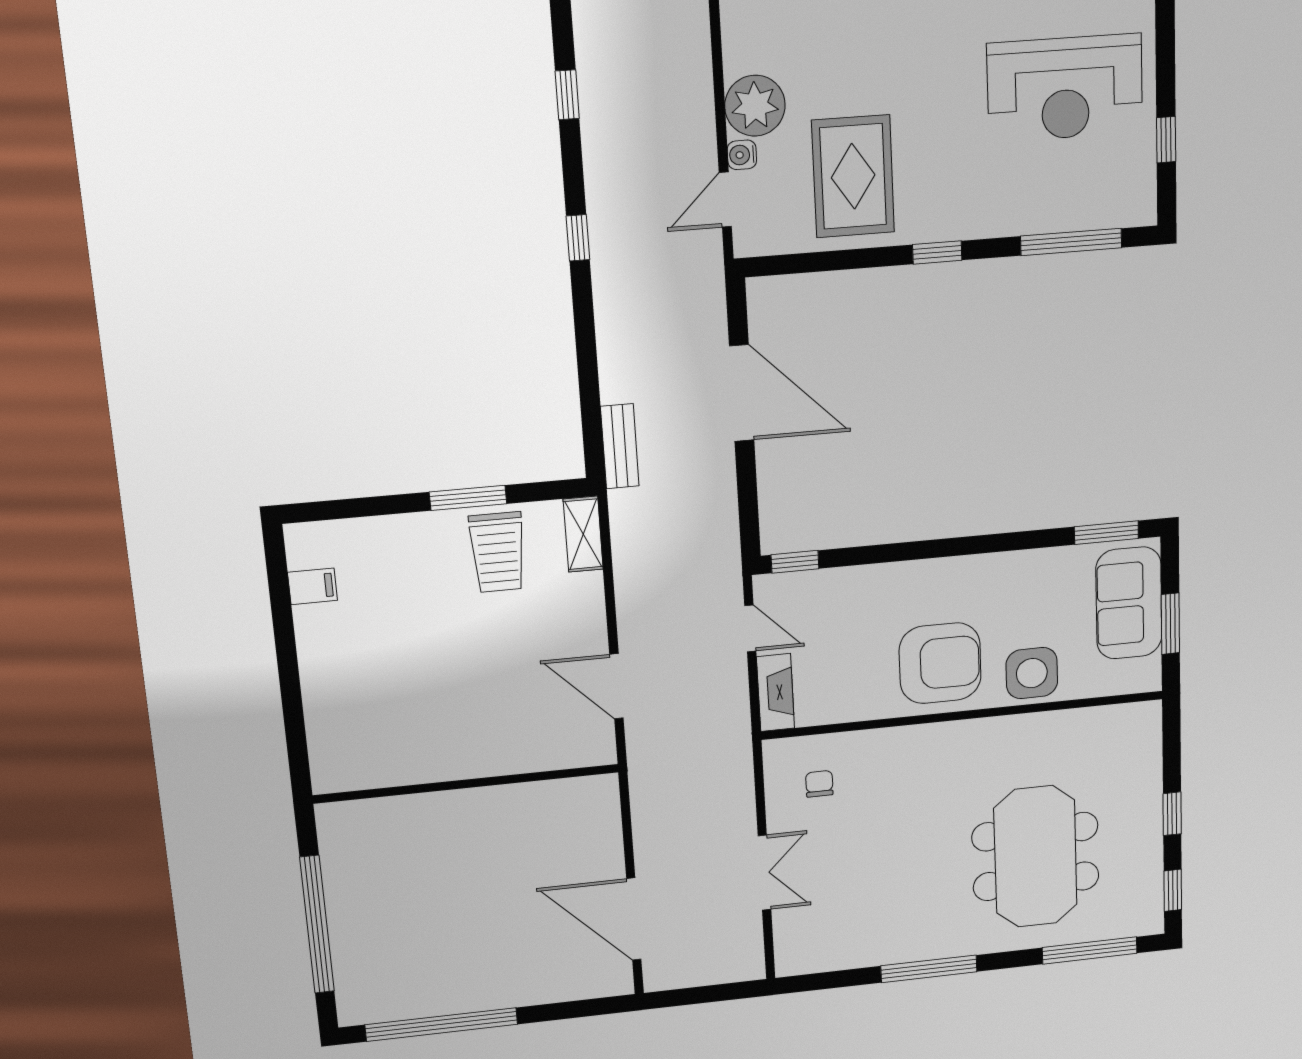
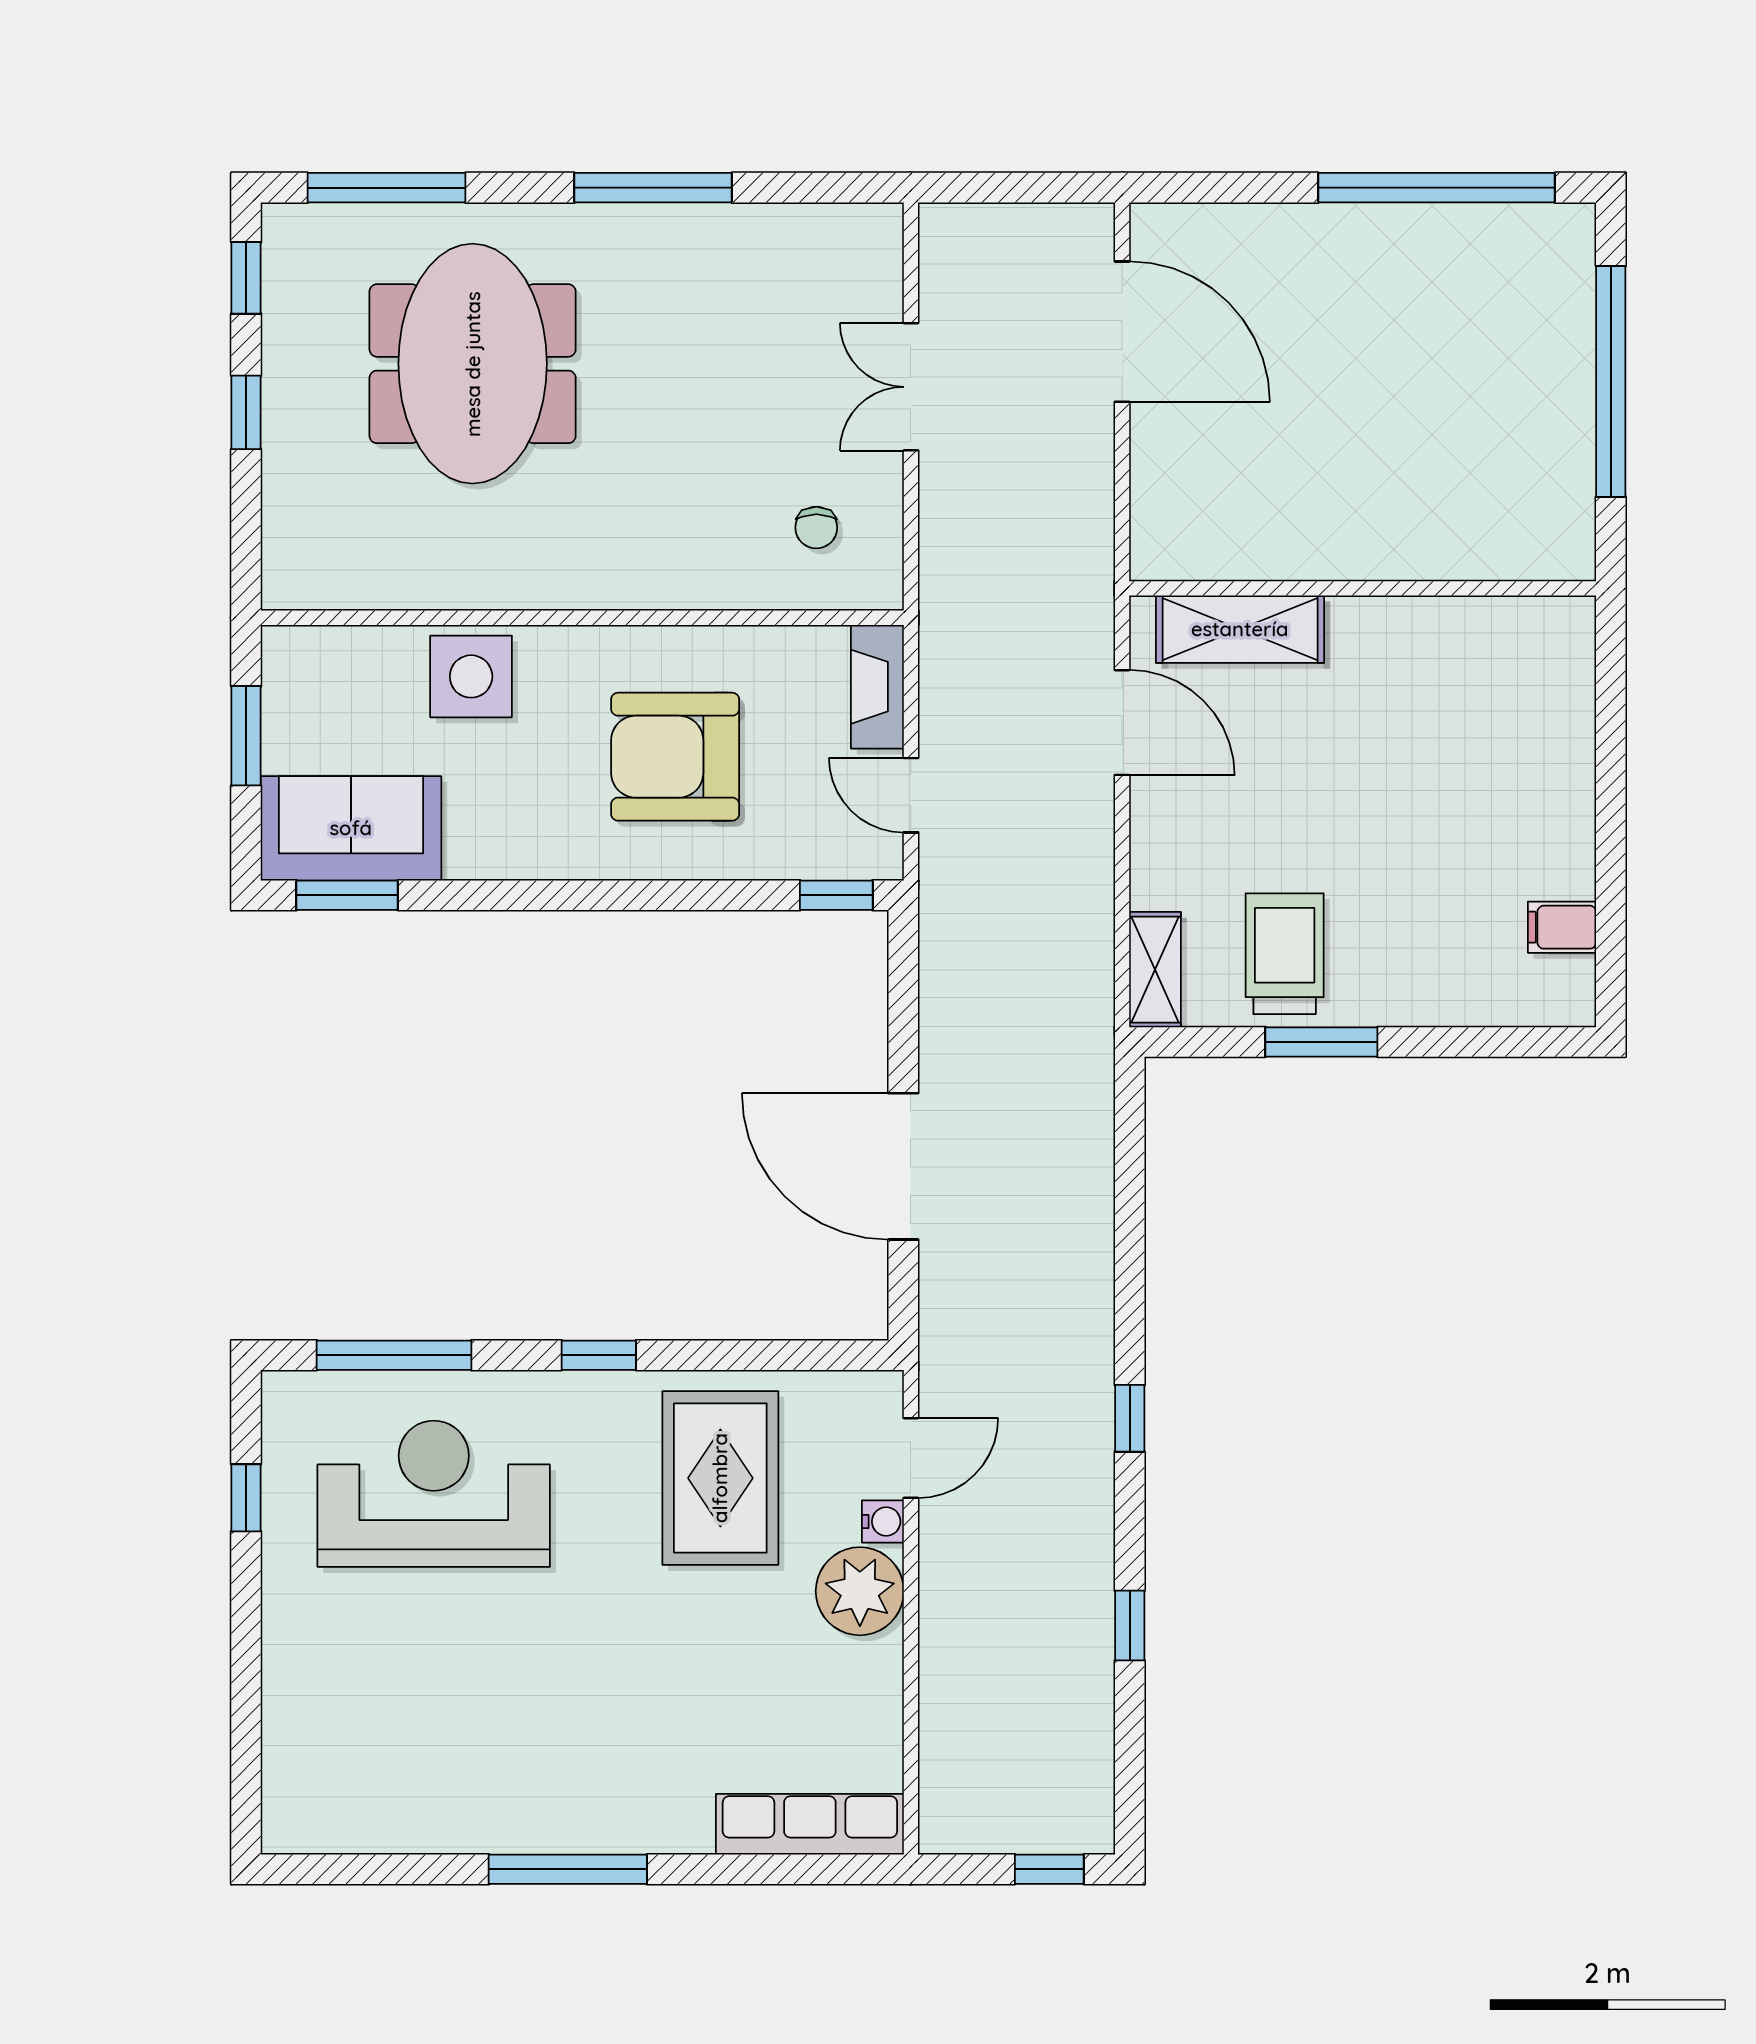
reception desk: (1065, 88) -> (434, 1494), moved
bench: (620, 446) -> (1091, 1101), removed
sofa: (1129, 603) -> (351, 828), moved, turned -90
armchair: (940, 663) -> (675, 757), moved
shelving: (544, 751) -> (1240, 629), added

